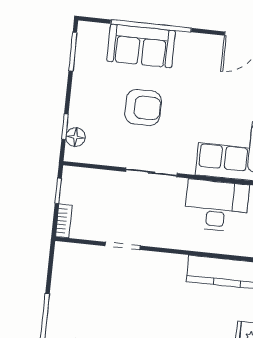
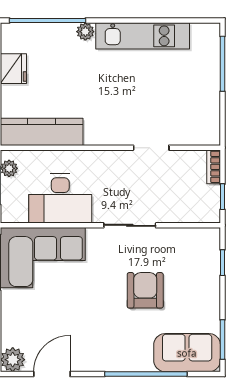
sofa: (141, 46) -> (187, 353), moved
armchair: (143, 107) -> (145, 290), turned 90
floor lamp: (76, 137) -> (211, 253), removed

